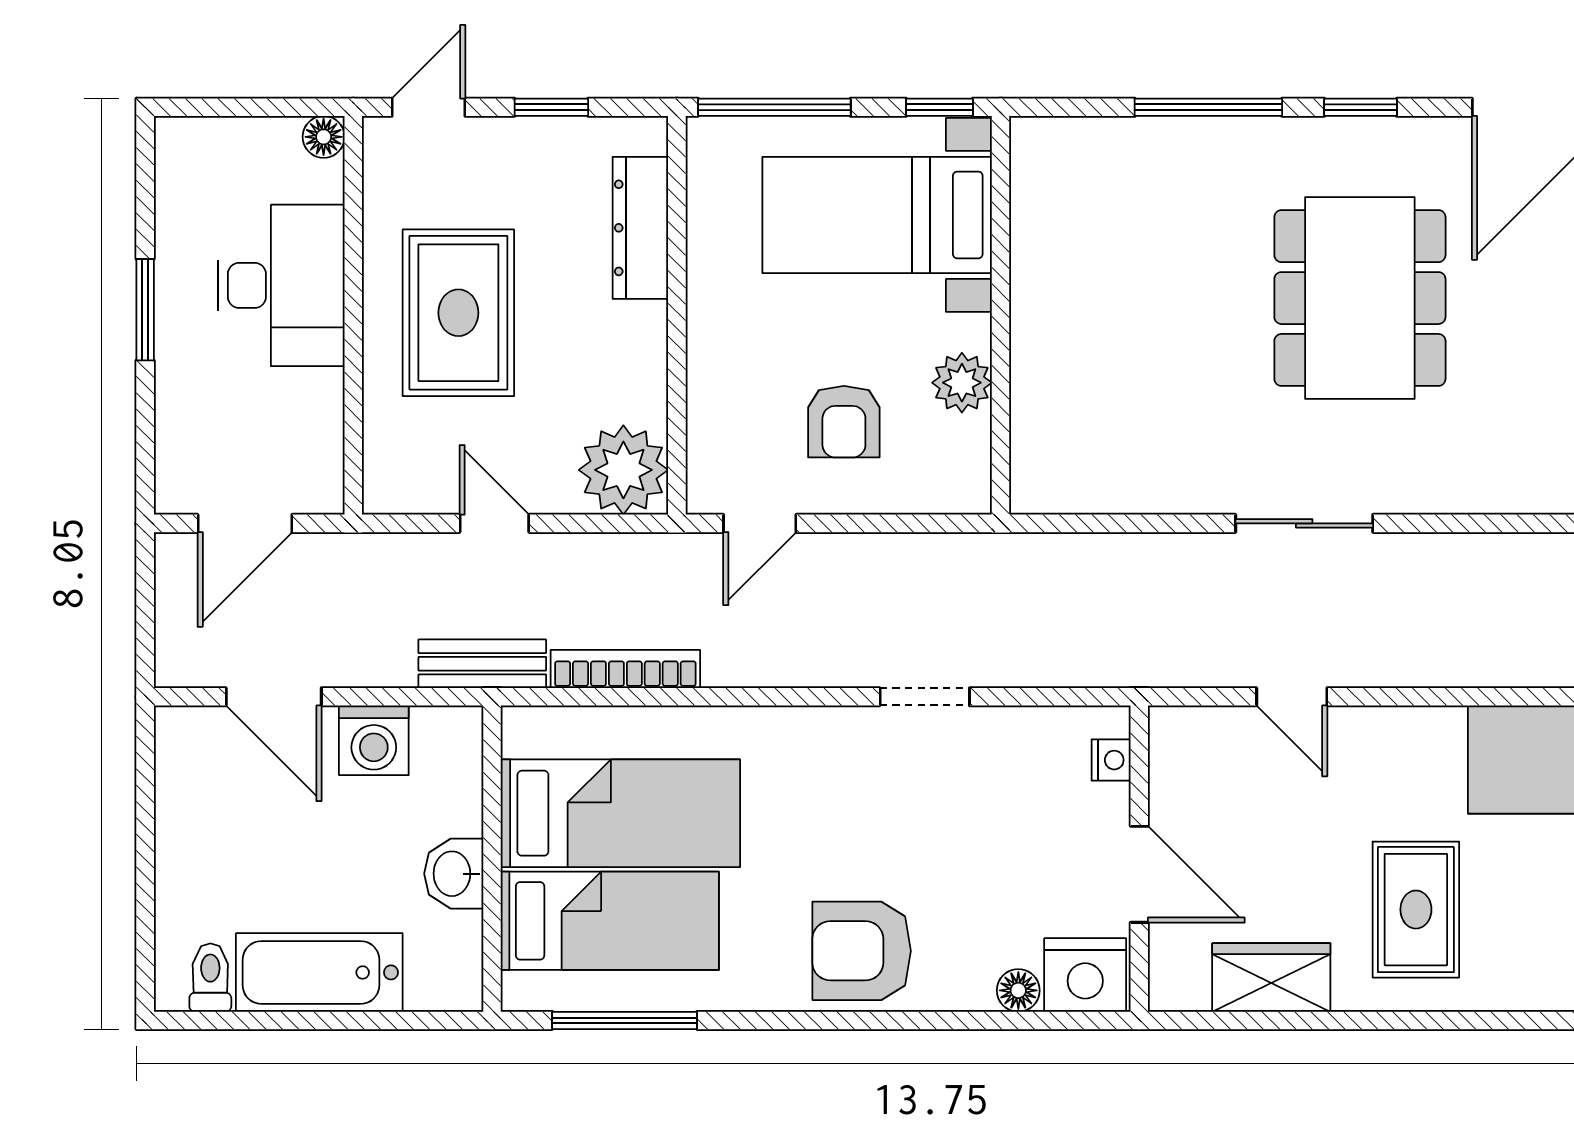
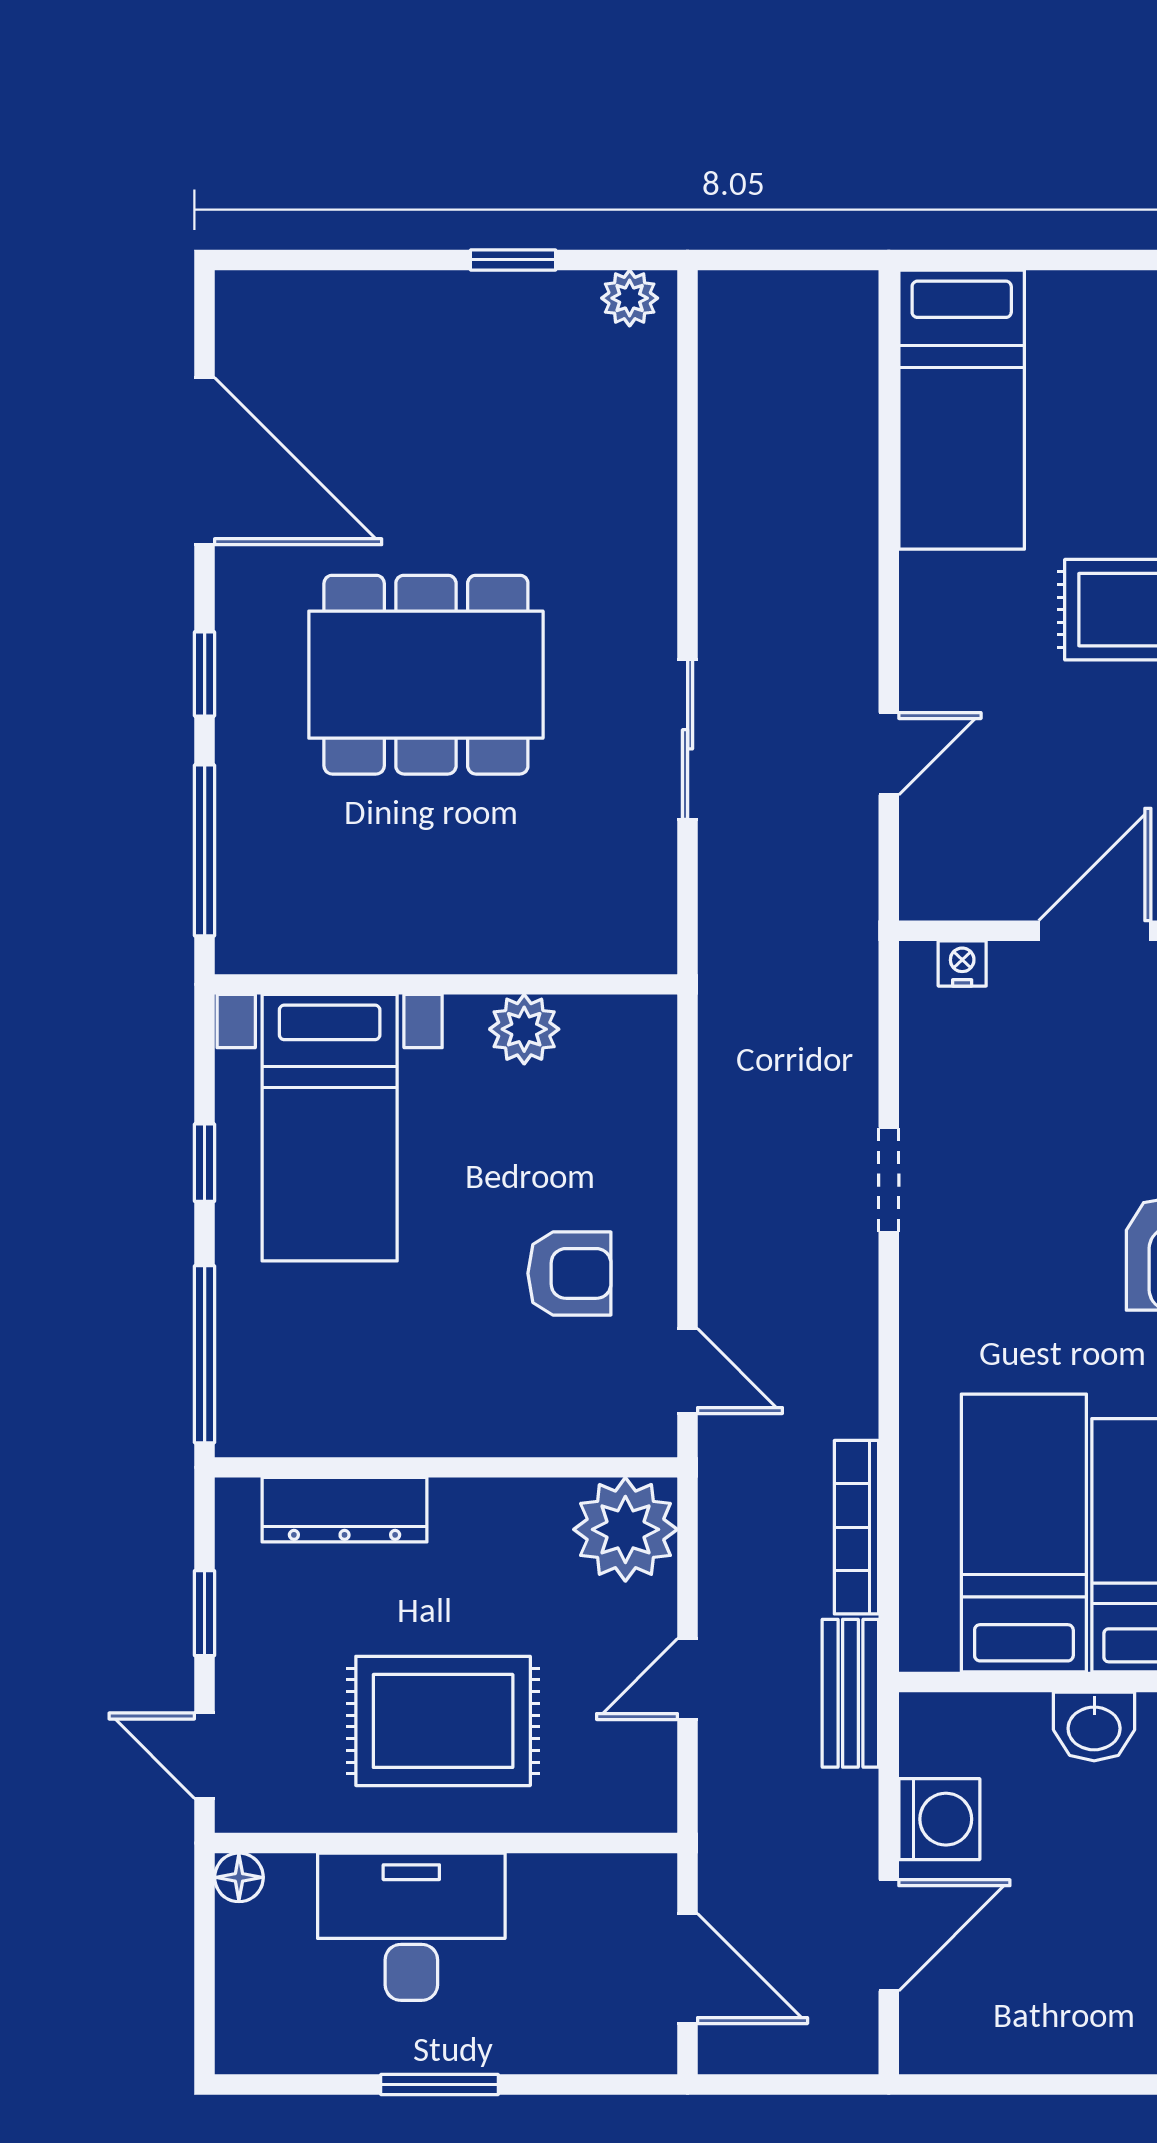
bed with nightstands: (877, 215) -> (330, 1128), moved
wall: (1001, 315) -> (446, 984), moved
plant: (962, 383) -> (524, 1029), moved

